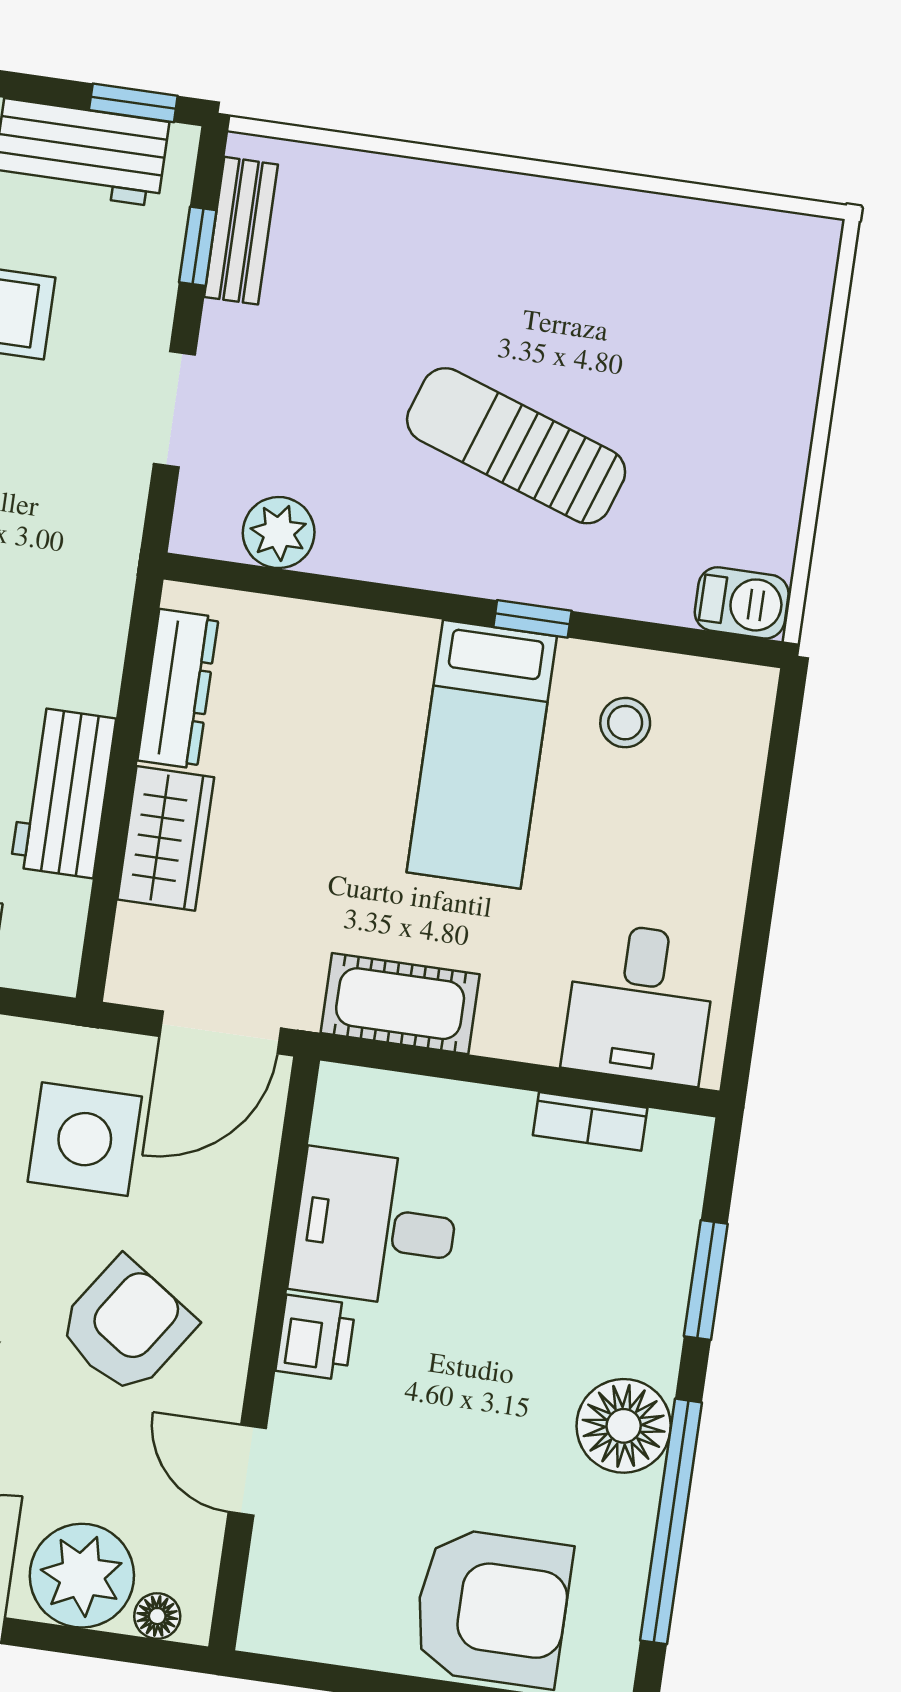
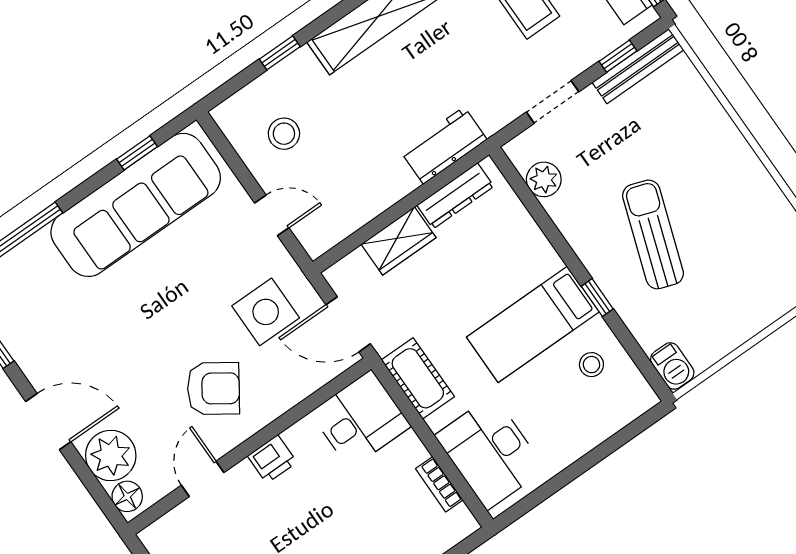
bench: (241, 231) -> (638, 66), width x1.36
workbench: (63, 793) -> (444, 145), moved
desk: (640, 1003) -> (490, 452), width x1.37
desk: (375, 1228) -> (360, 419), moved, turned 90
floor lamp: (157, 1616) -> (127, 496), width x1.37, depth x1.37

